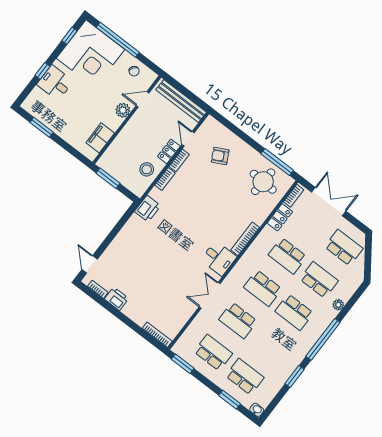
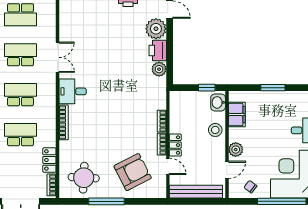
window: (42, 127) -> (273, 88), moved
armchair: (220, 156) -> (133, 172), width x1.88, depth x1.88
washbasin: (108, 159) -> (218, 102), added
window: (277, 162) -> (107, 201), moved
stool: (147, 169) -> (215, 130), moved
window: (108, 178) -> (207, 88), width x0.67
printer: (148, 209) -> (158, 50), moved
plant: (135, 223) -> (159, 69), added
plant: (112, 257) -> (156, 29), added

